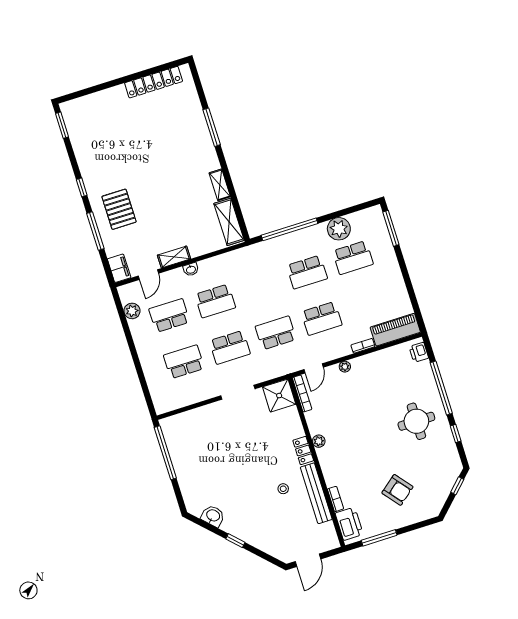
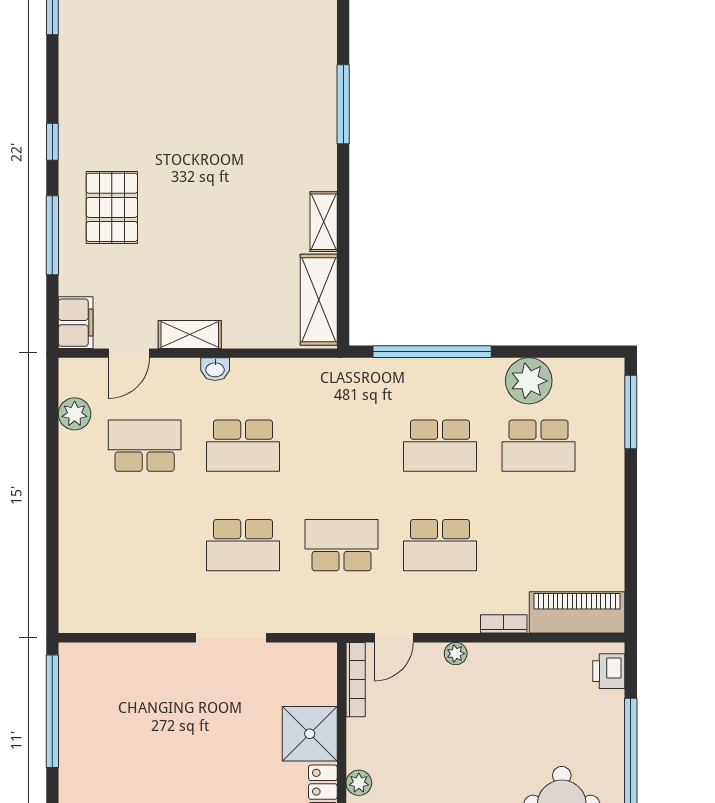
school desk: (184, 362) -> (145, 545), removed
shower: (279, 396) -> (310, 734), moved

